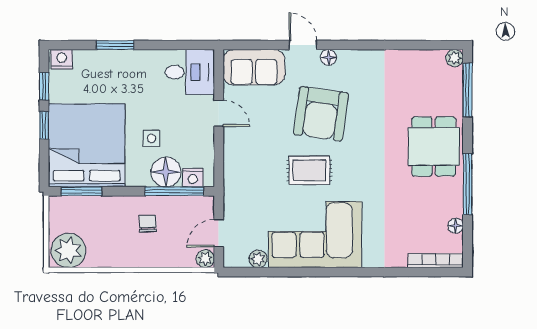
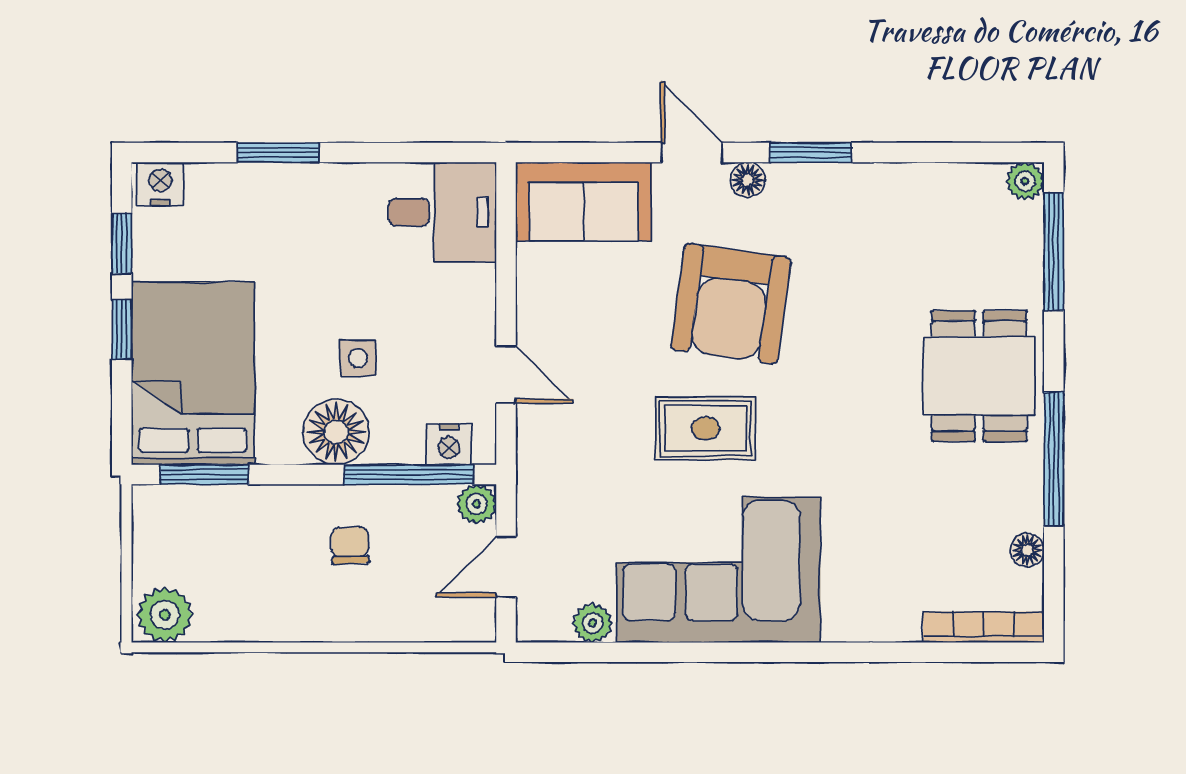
window: (357, 45) -> (811, 153), added
door: (219, 113) -> (506, 374), moved
bed: (87, 145) -> (193, 373), width x0.73
floor lamp: (166, 172) -> (336, 432), moved
plant: (68, 250) -> (165, 615), width x0.73, depth x0.73
plant: (205, 259) -> (477, 504), moved

